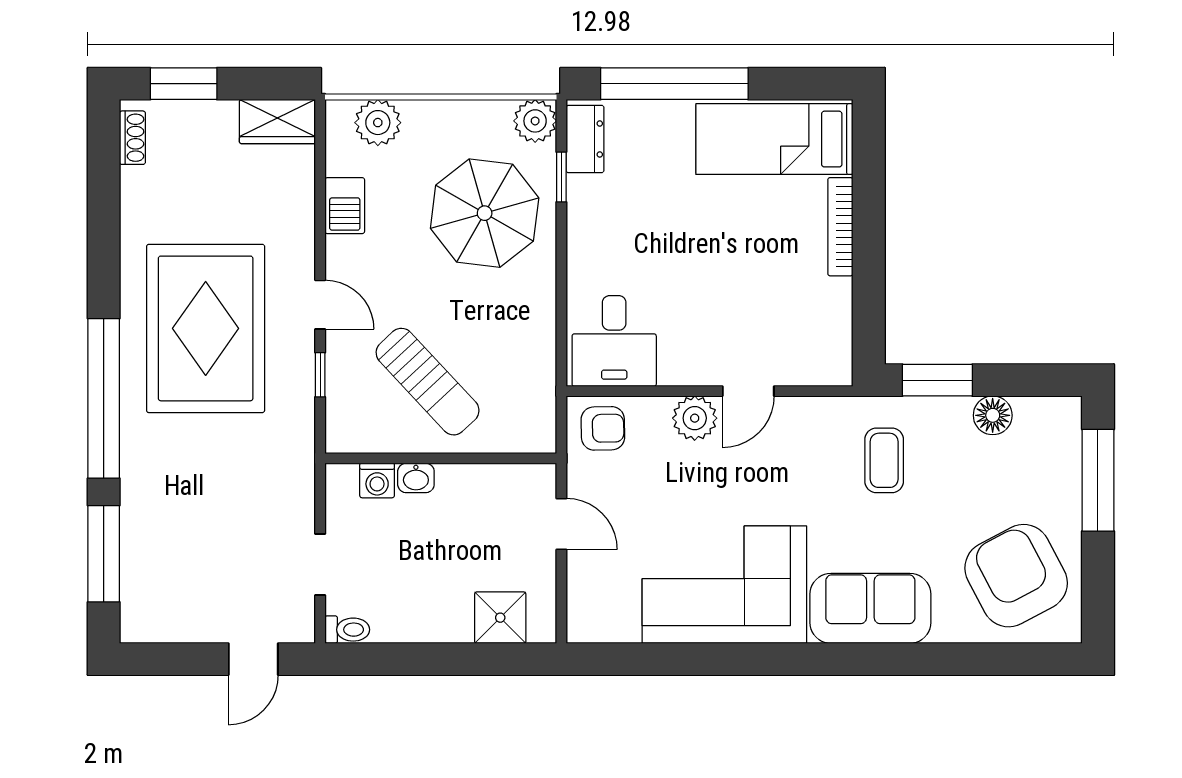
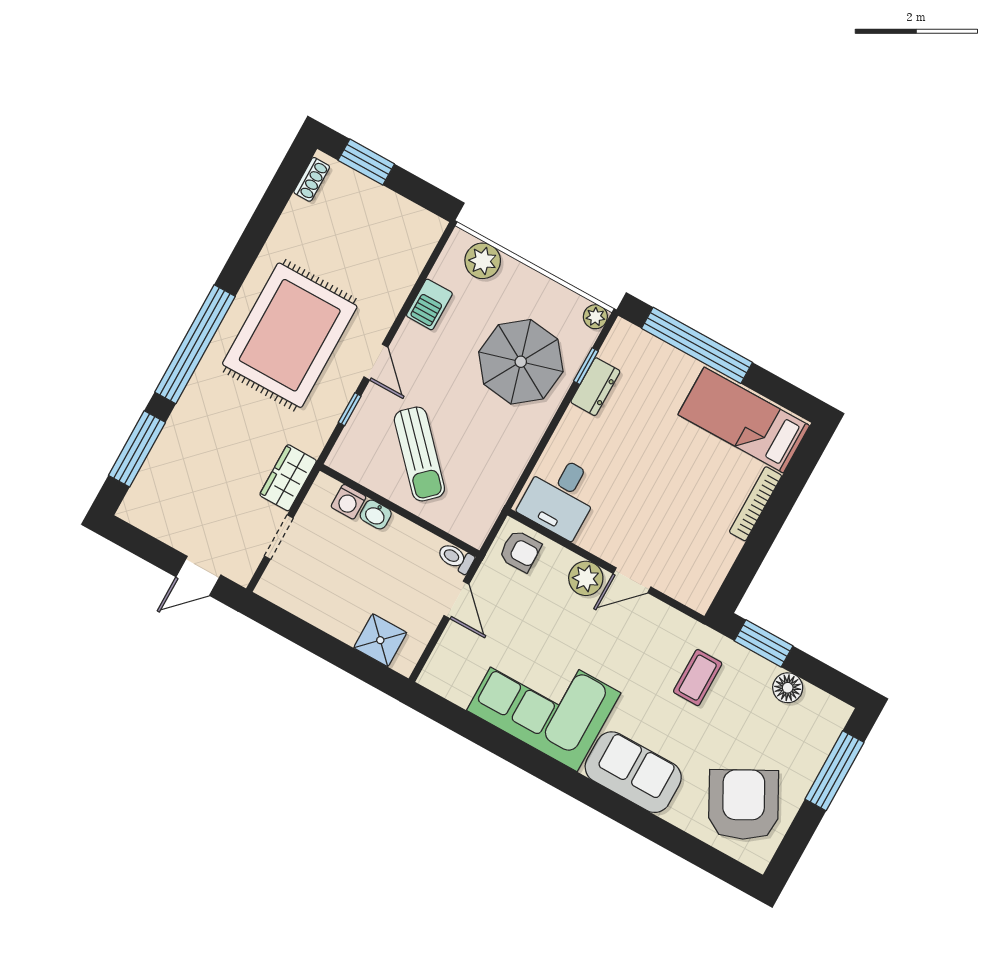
plant: (535, 121) -> (595, 317), width x0.73, depth x0.73
wardrobe: (277, 122) -> (288, 478), moved, turned 90
dresser: (585, 139) -> (595, 387), moved
toilet: (347, 630) -> (456, 558), moved, turned 180

